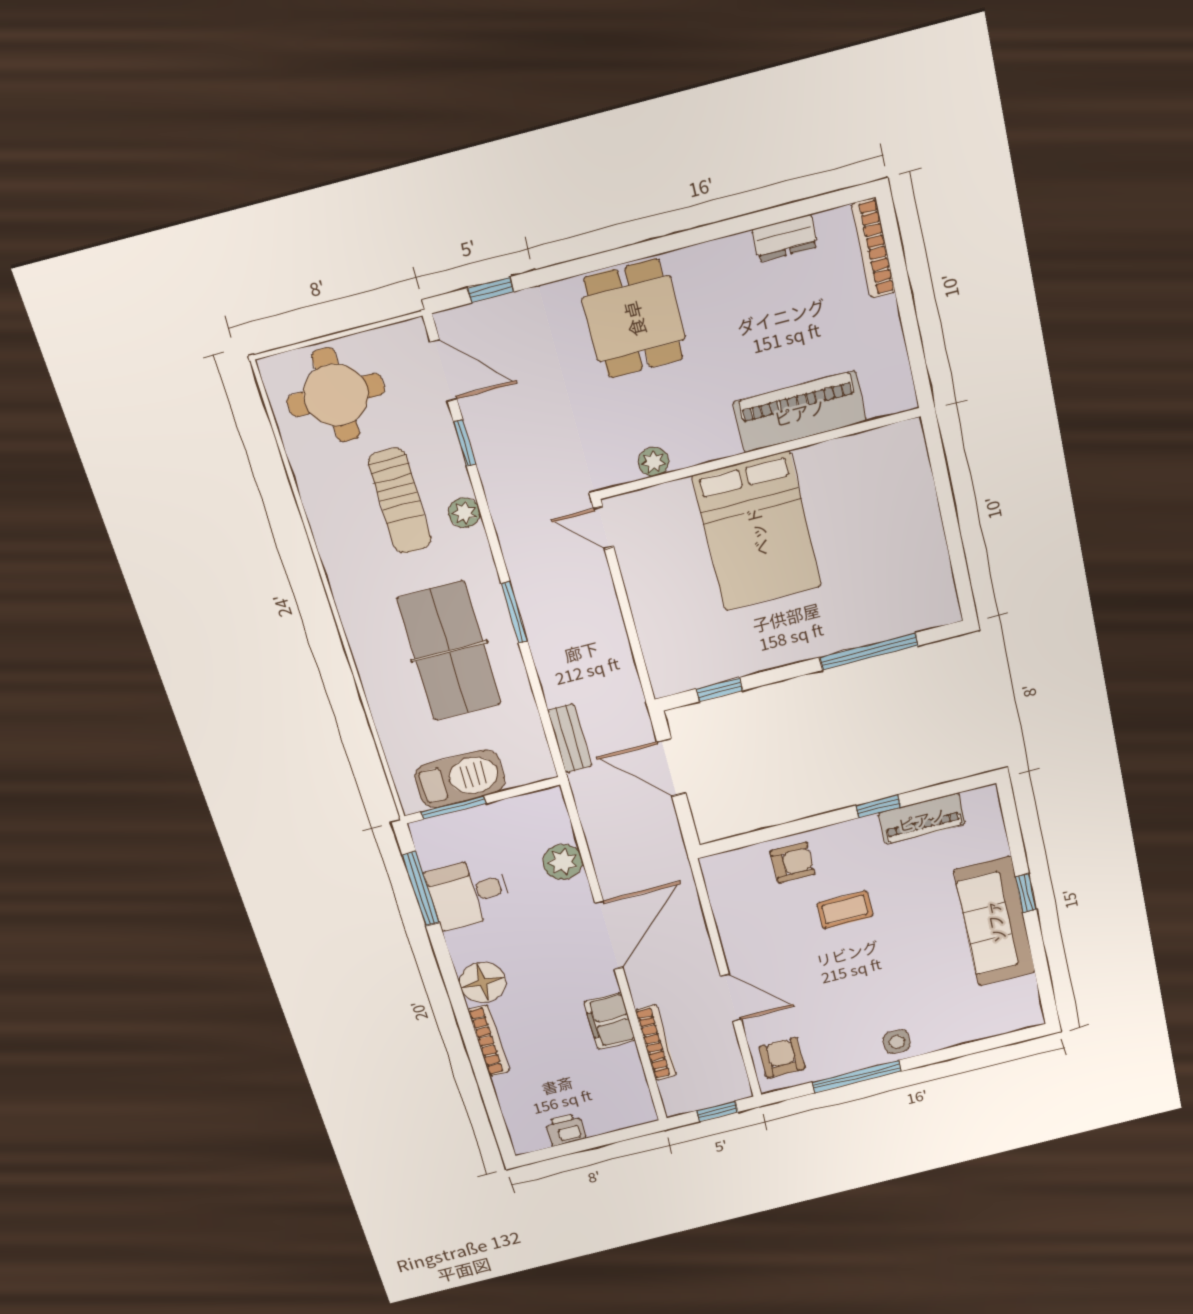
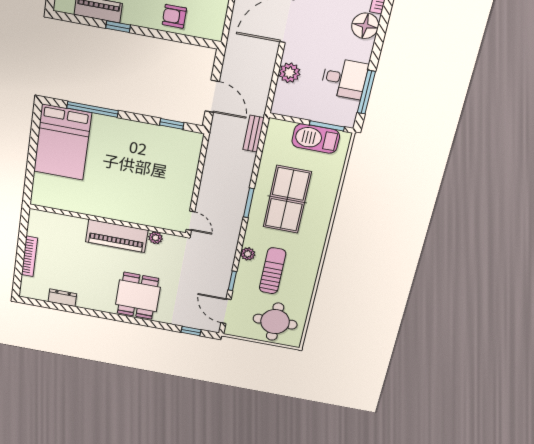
bookcase: (873, 248) -> (29, 256), moved
piano: (800, 412) -> (117, 236), moved
bed: (757, 532) -> (63, 142), moved, turned 180

